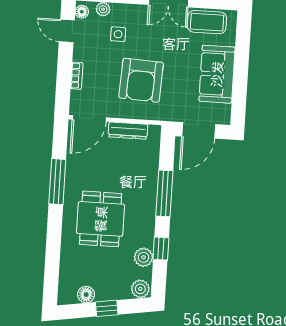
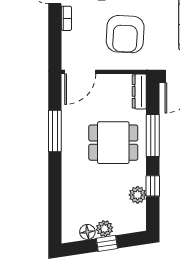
bookcase: (77, 76) -> (66, 18), moved
dresser: (128, 131) -> (139, 91), moved, turned 90
dining table: (101, 219) -> (113, 143), moved, turned 90
plant: (140, 289) -> (104, 229), moved

